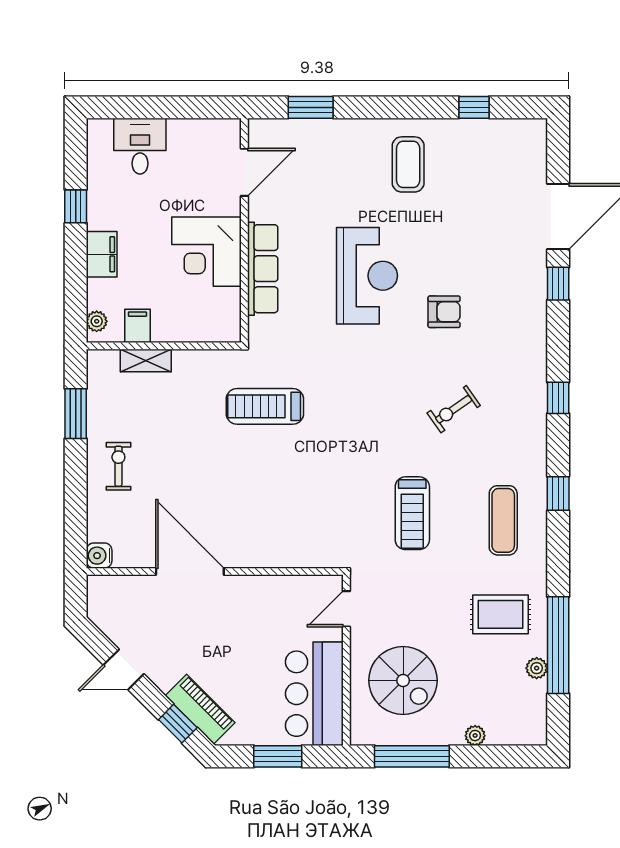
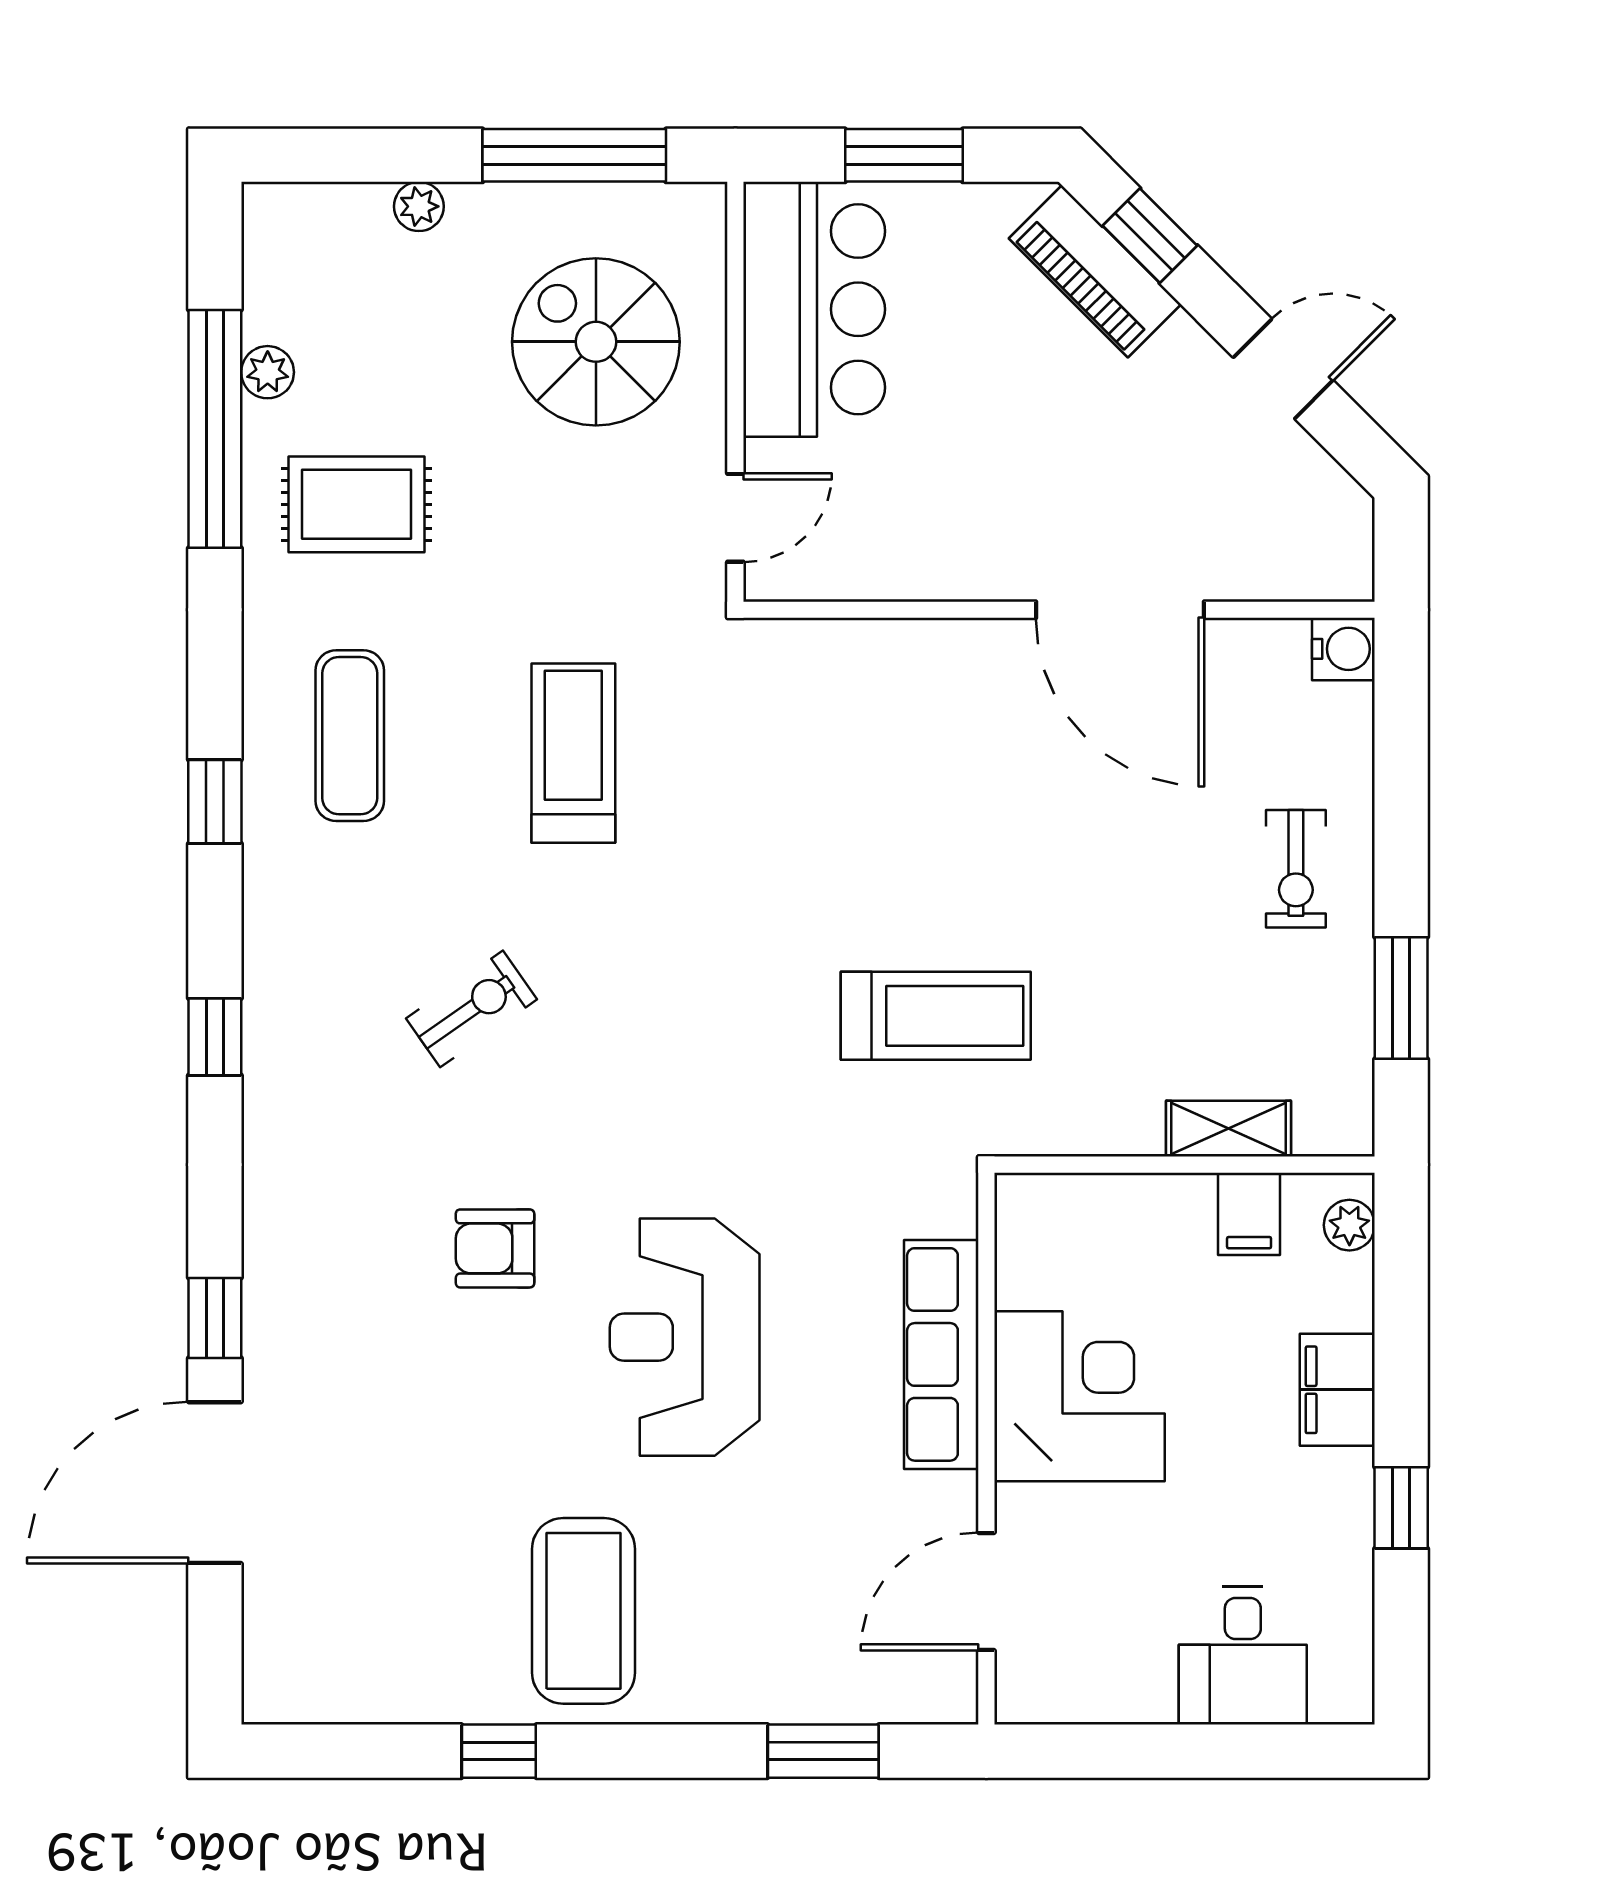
window: (474, 107) -> (499, 1751), moved
coffee table: (408, 164) -> (584, 1611), width x1.36, depth x1.32

